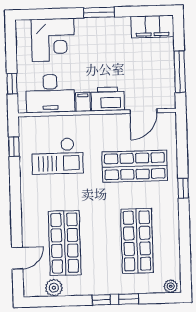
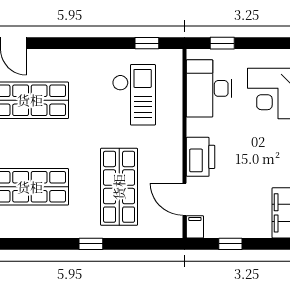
window: (180, 72) -> (230, 244), width x0.46
filing cabinet: (83, 102) -> (195, 227), moved, turned -90
checkout: (57, 156) -> (134, 95), turned 180

